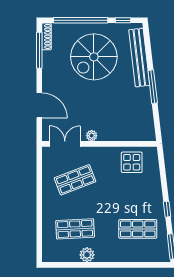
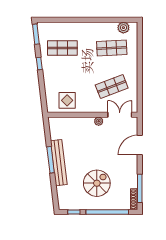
spiral stairs: (94, 57) -> (97, 183), width x0.73, depth x0.73
bench: (139, 58) -> (59, 163), moved
door: (39, 105) -> (140, 145), hinge flipped
double door: (65, 144) -> (120, 115), swing flipped
plant: (87, 255) -> (123, 28), moved

